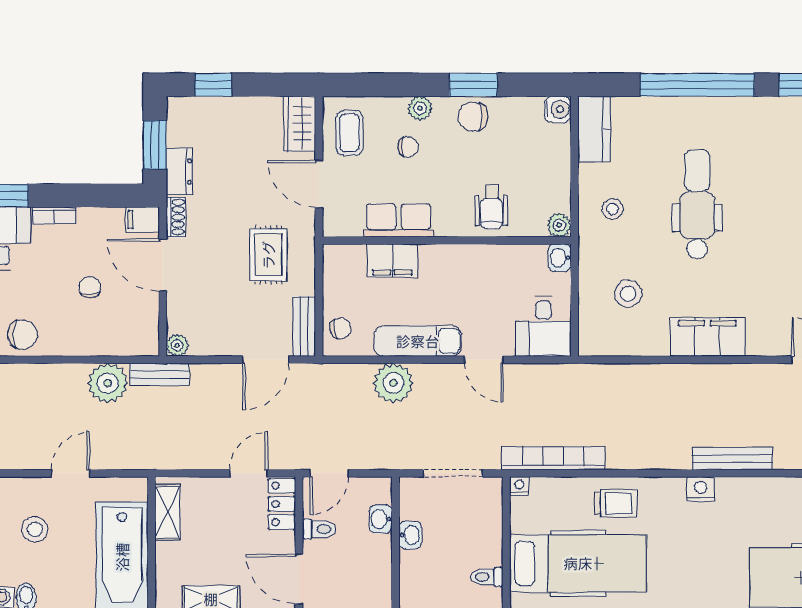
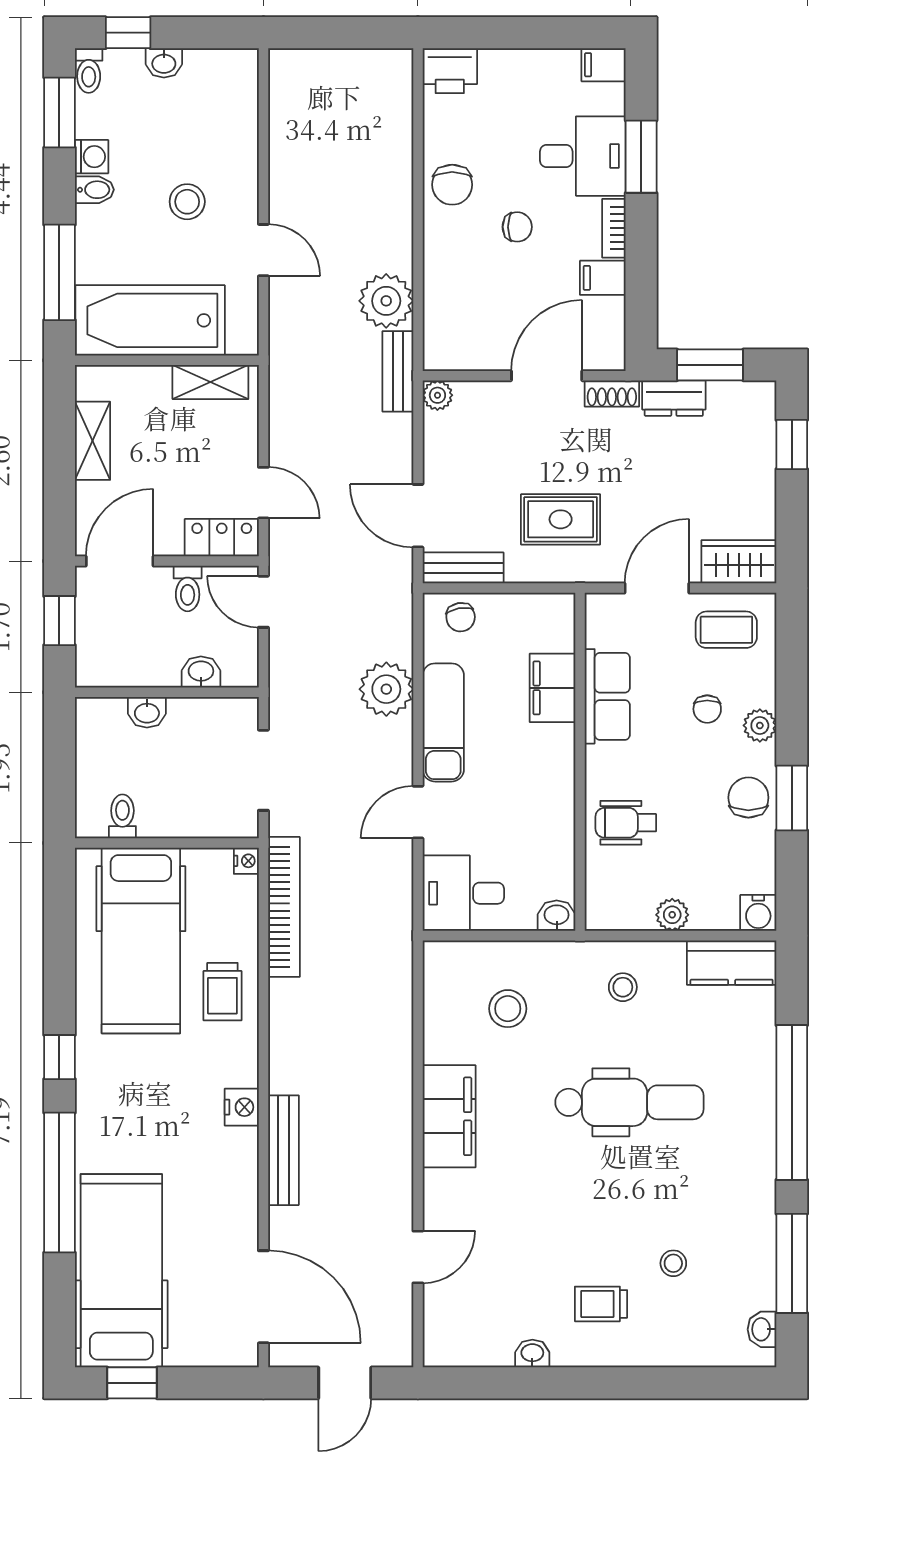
filing cabinet: (143, 219) -> (603, 278), moved, turned -90
plant: (559, 225) -> (672, 915), moved
chair: (90, 287) -> (517, 227), moved
washbasin: (410, 535) -> (147, 712), moved

